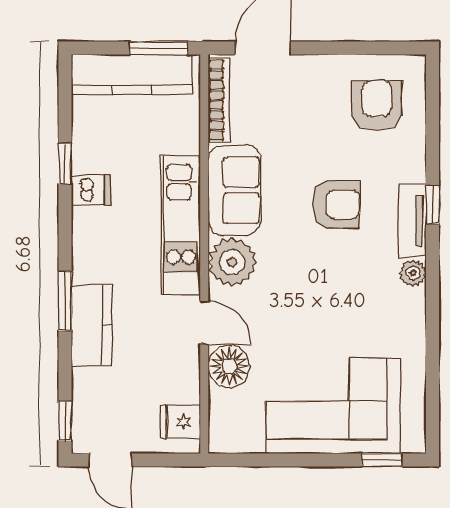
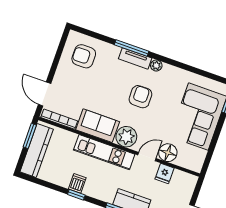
window: (65, 164) -> (76, 195), moved
armchair: (336, 204) -> (140, 97), moved
window: (432, 205) -> (132, 48), width x2.17
fridge: (180, 422) -> (164, 174), moved

